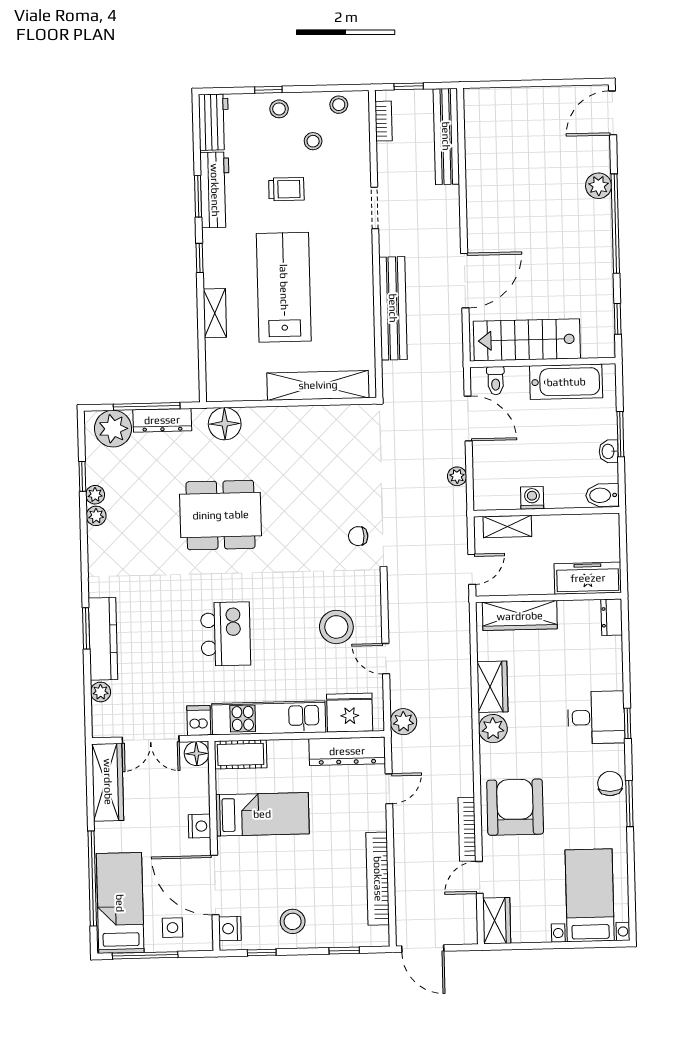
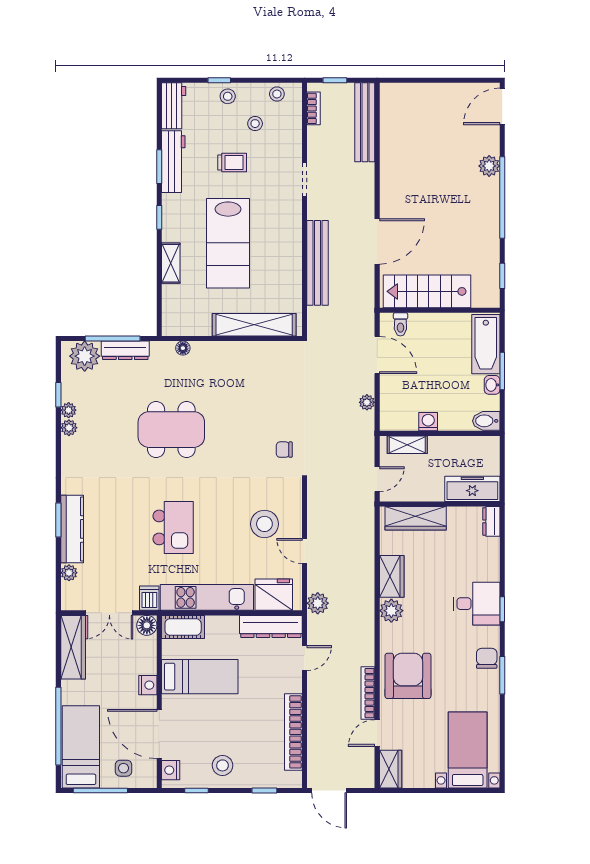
lab bench: (284, 287) -> (228, 243), turned 180
bathtub: (566, 382) -> (486, 344), moved, turned 90
floor lamp: (225, 424) -> (183, 348), width x0.53, depth x0.53

